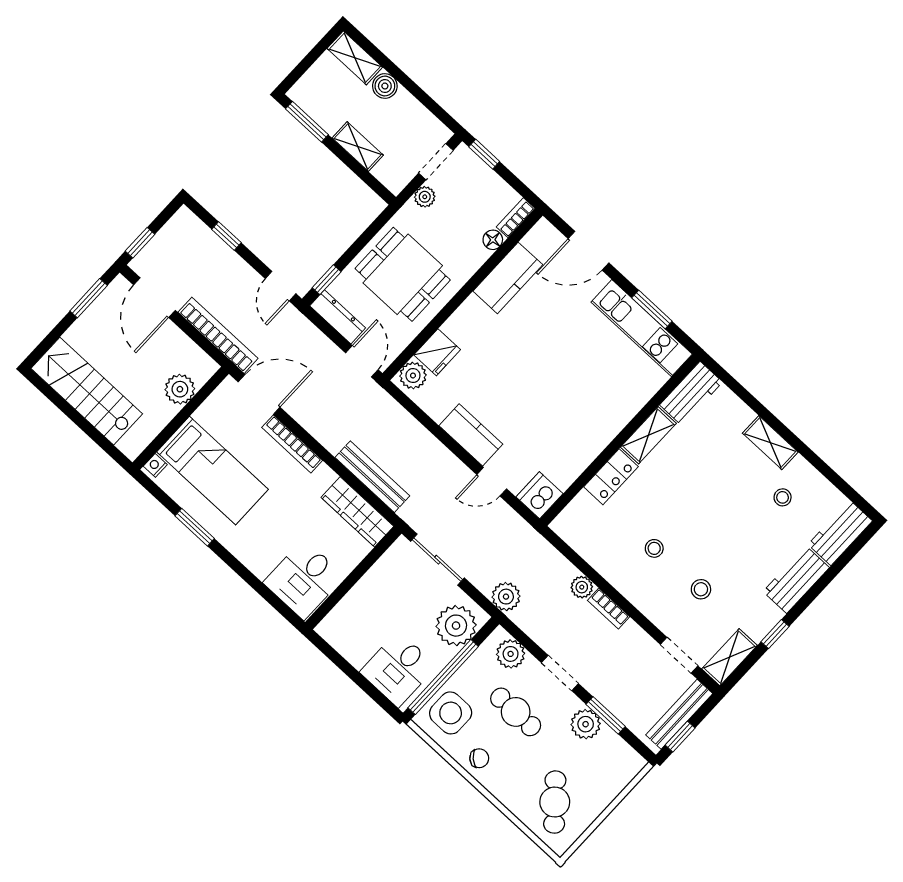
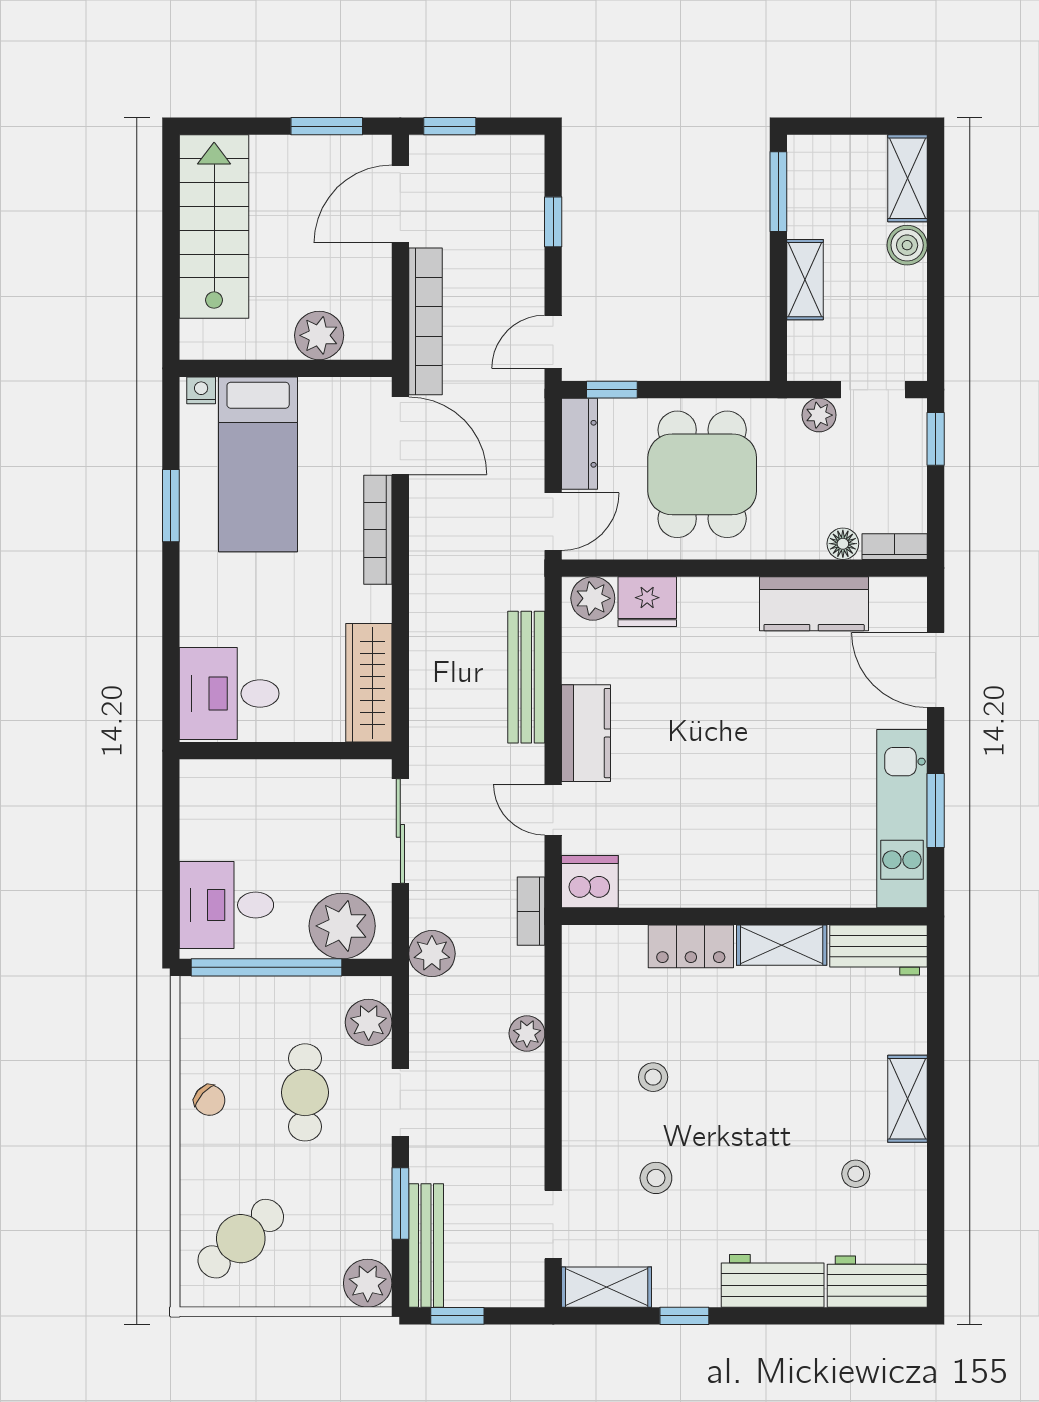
bench: (372, 477) -> (526, 677), moved
bookcase: (609, 608) -> (531, 911), moved
side table: (451, 713) -> (232, 1016), removed
bench: (679, 714) -> (426, 1246), moved, turned 90
plant: (586, 724) -> (368, 1283), moved

